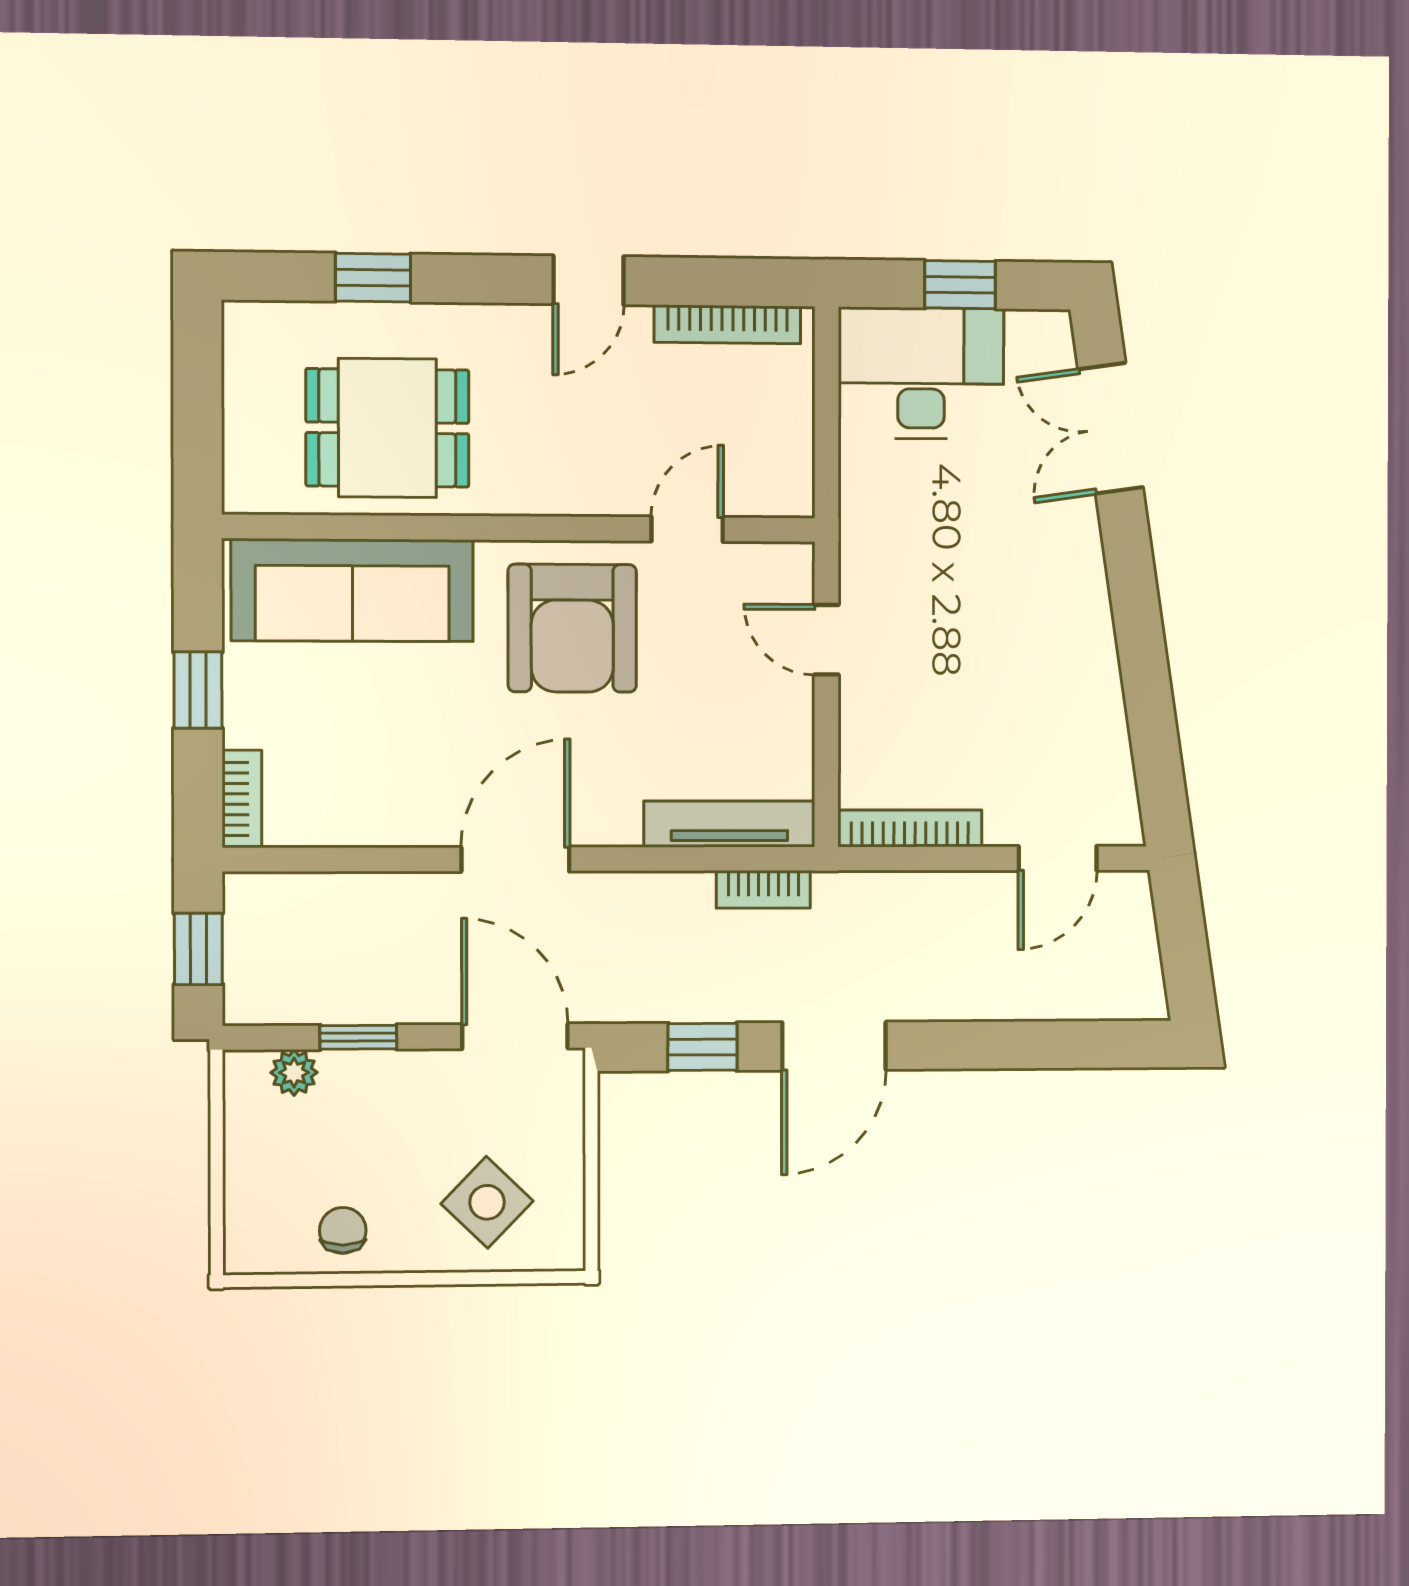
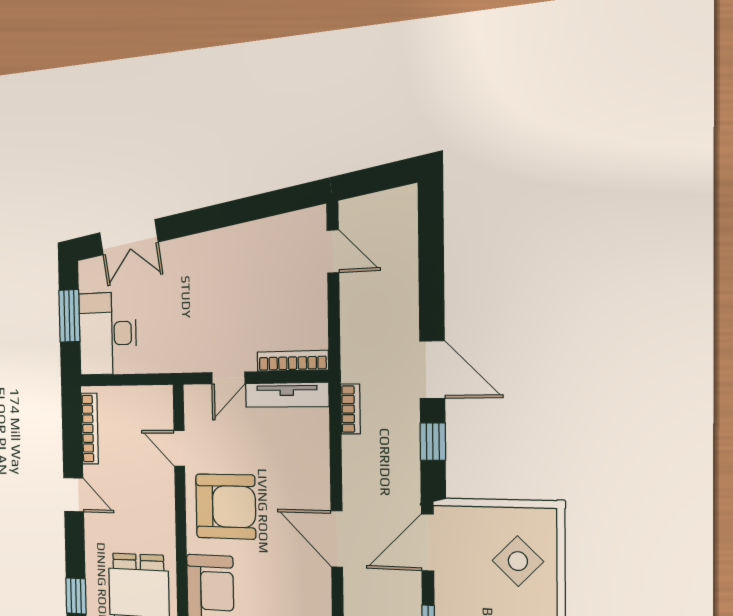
window: (960, 285) -> (69, 316), width x1.50
tv unit: (729, 824) -> (287, 395), moved, turned -90
bookcase: (910, 828) -> (293, 361), moved, turned 90

